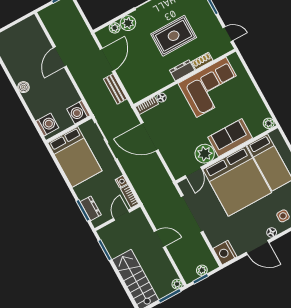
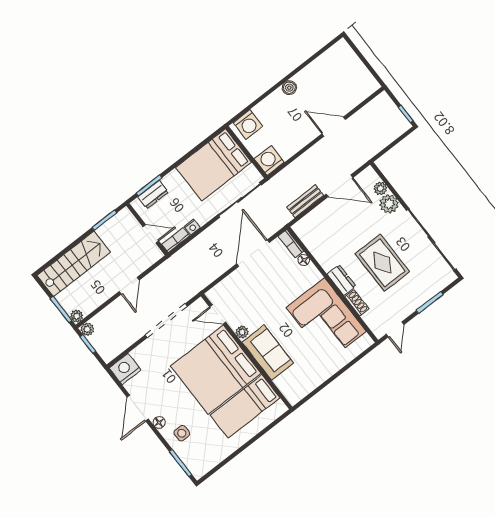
plant: (269, 123) -> (293, 397), removed
plant: (205, 154) -> (242, 332), width x0.53, depth x0.53
plant: (202, 270) -> (87, 329), moved

